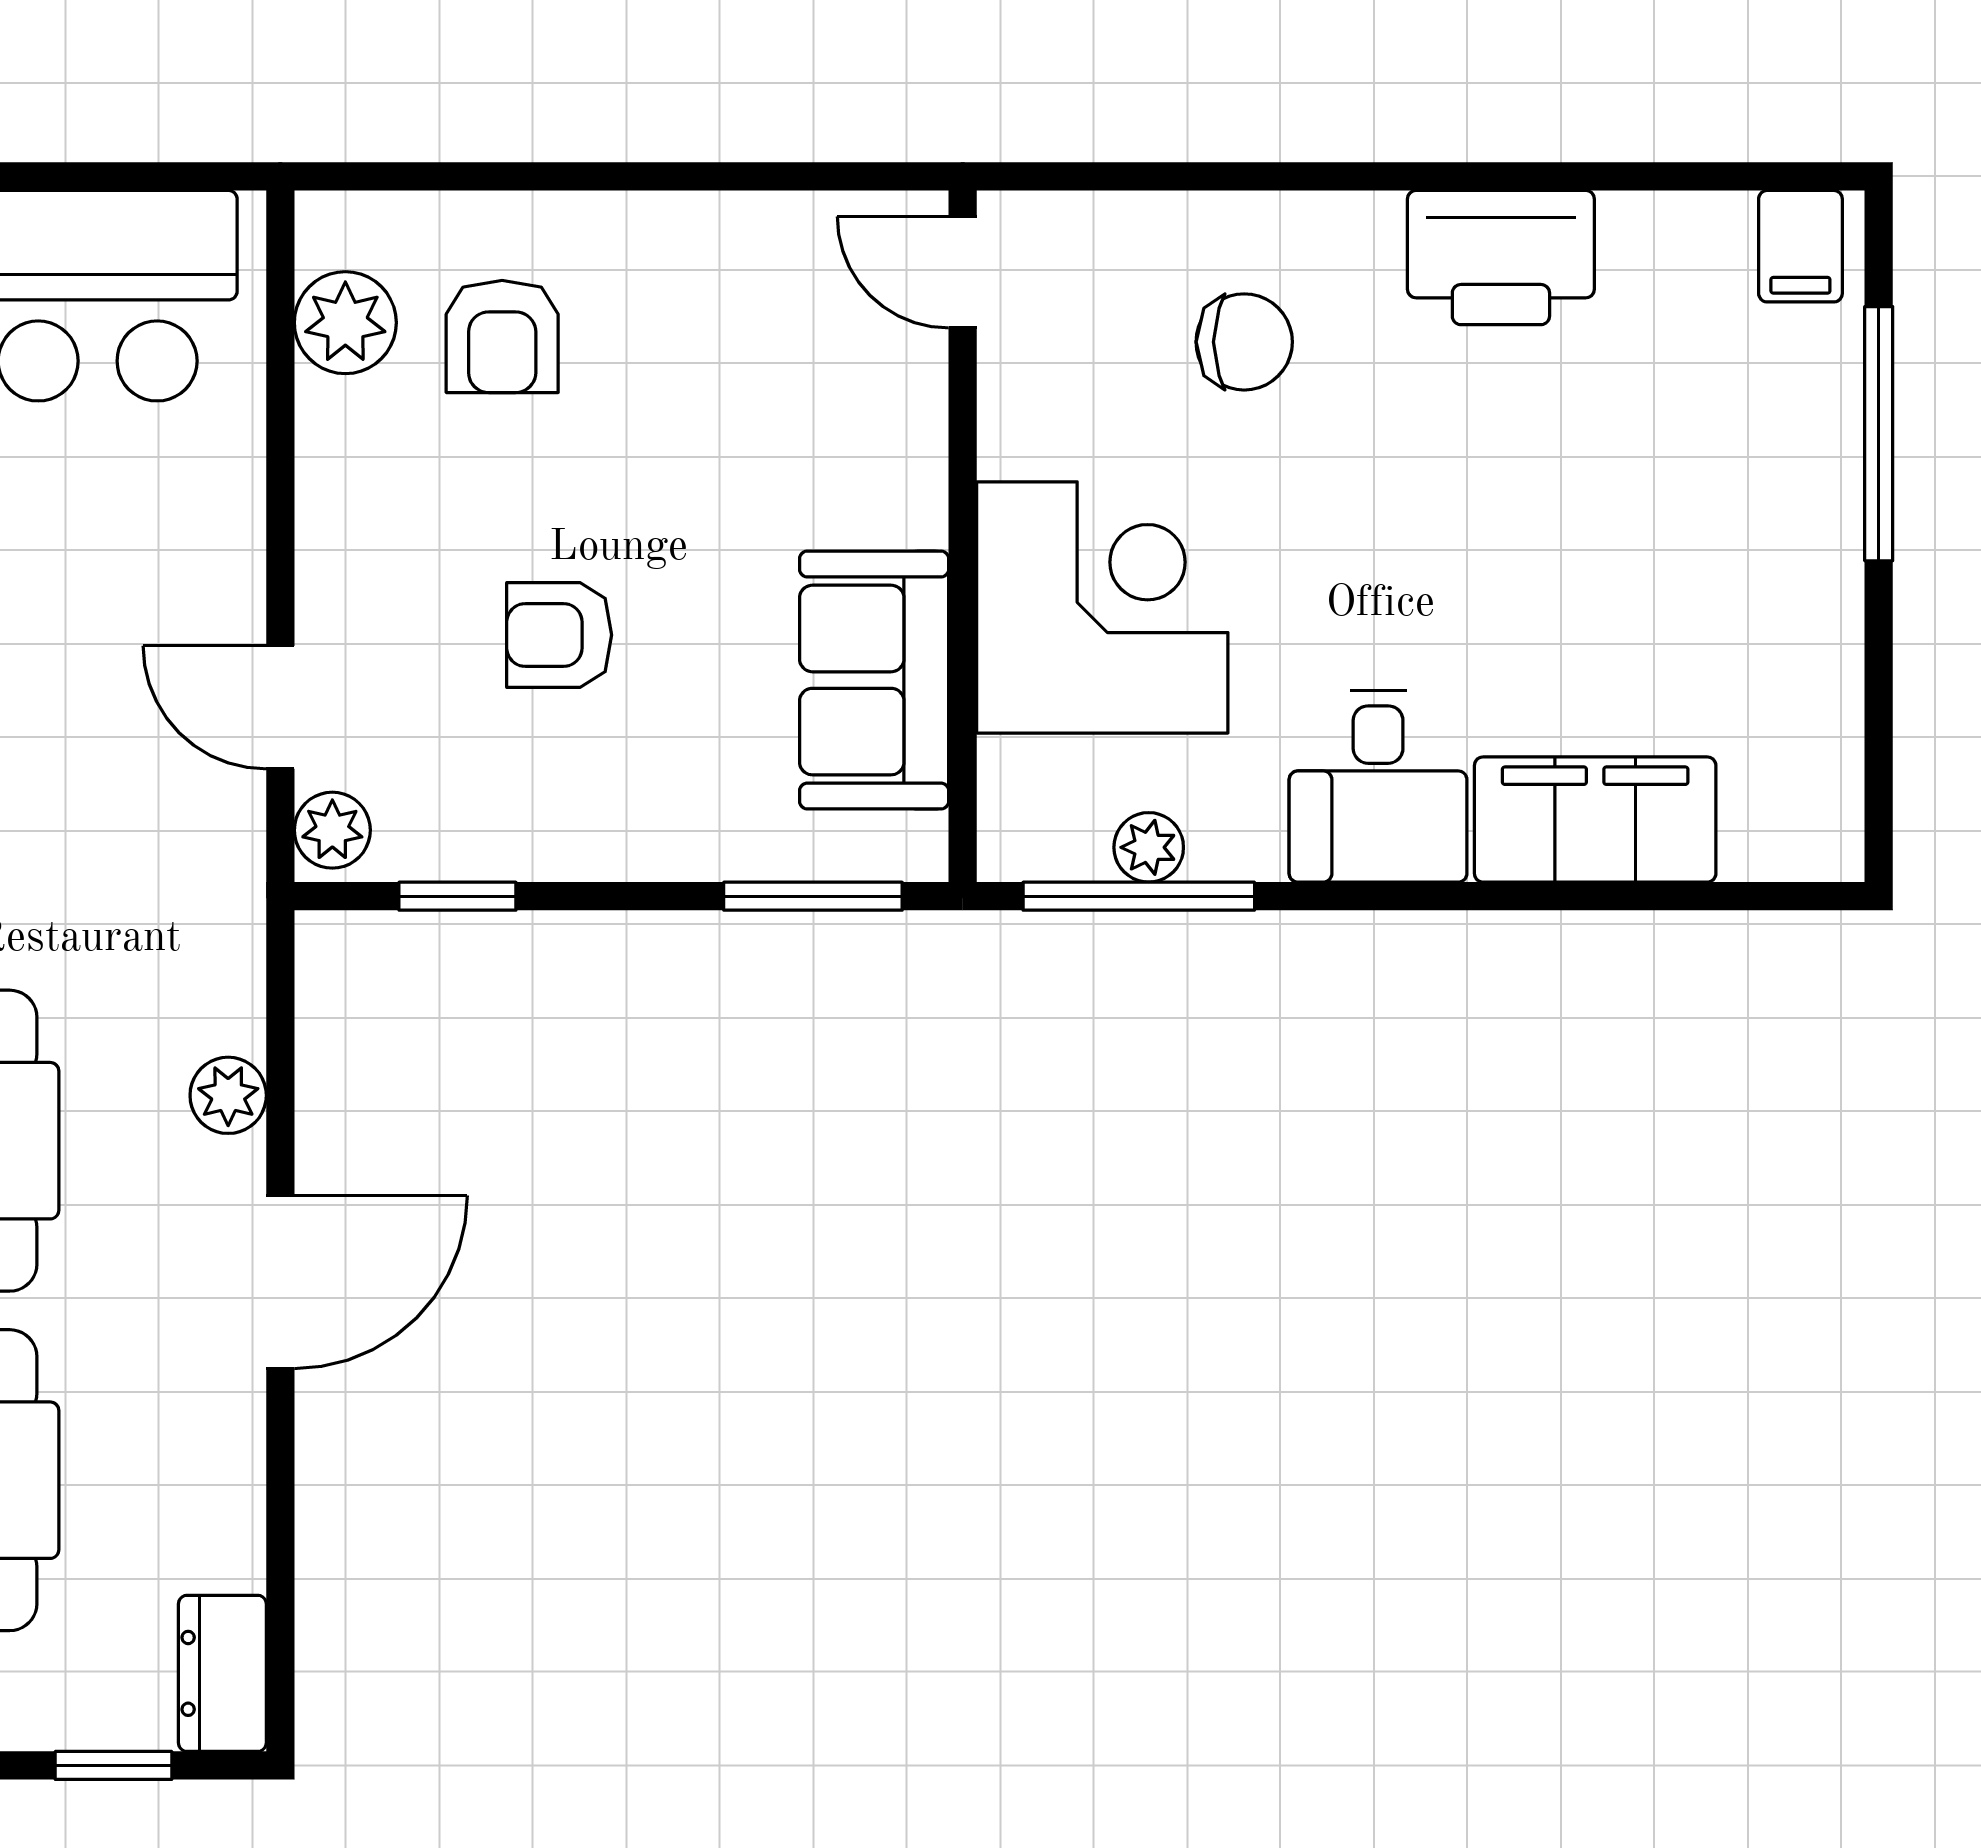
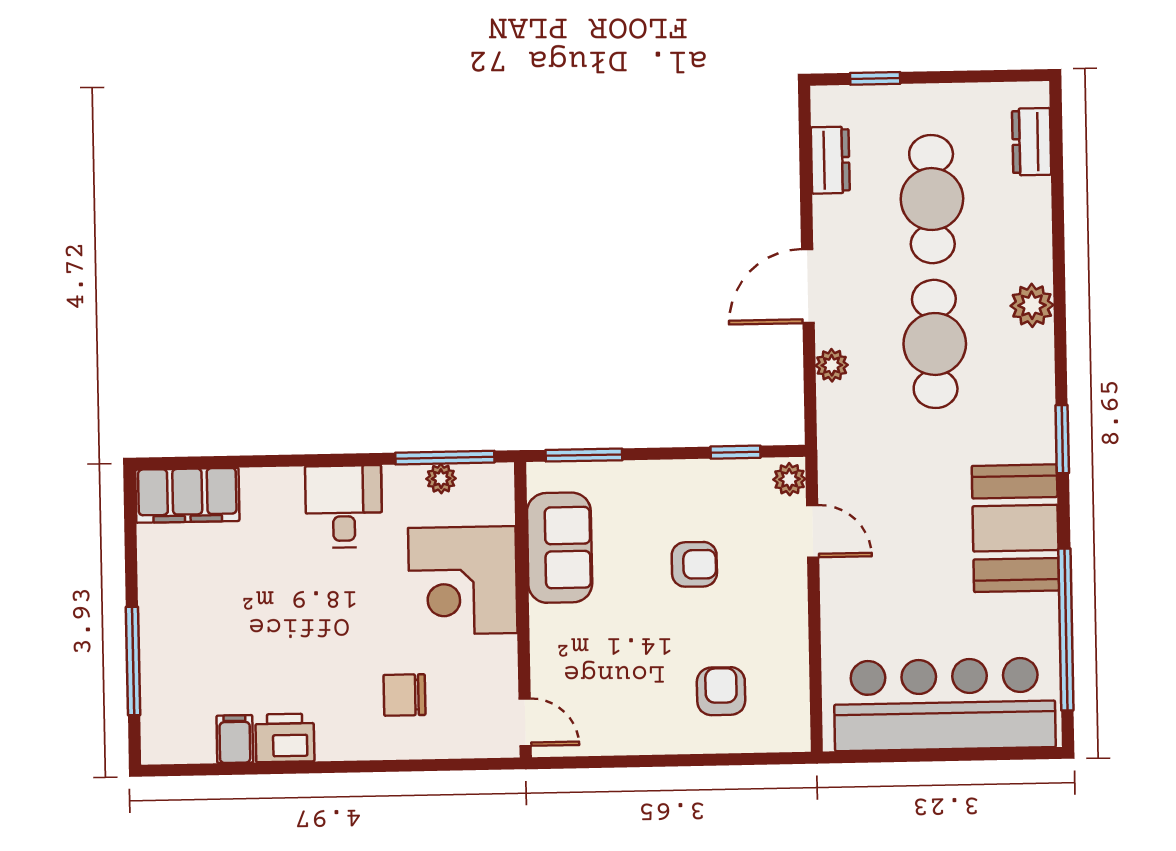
filing cabinet: (1800, 246) -> (235, 739), moved
printer: (1501, 258) -> (285, 738), width x0.73, depth x0.84
plant: (345, 323) -> (788, 696), removed
filing cabinet: (1595, 820) -> (187, 495), moved
dresser: (222, 1673) -> (830, 160), moved

